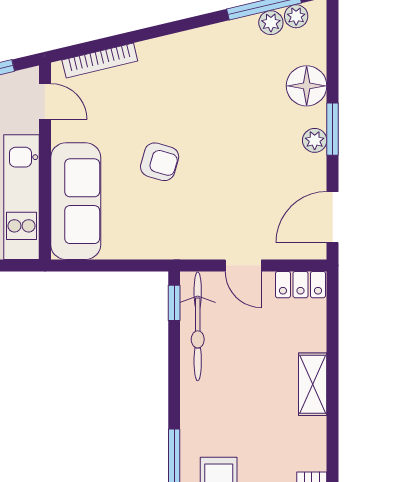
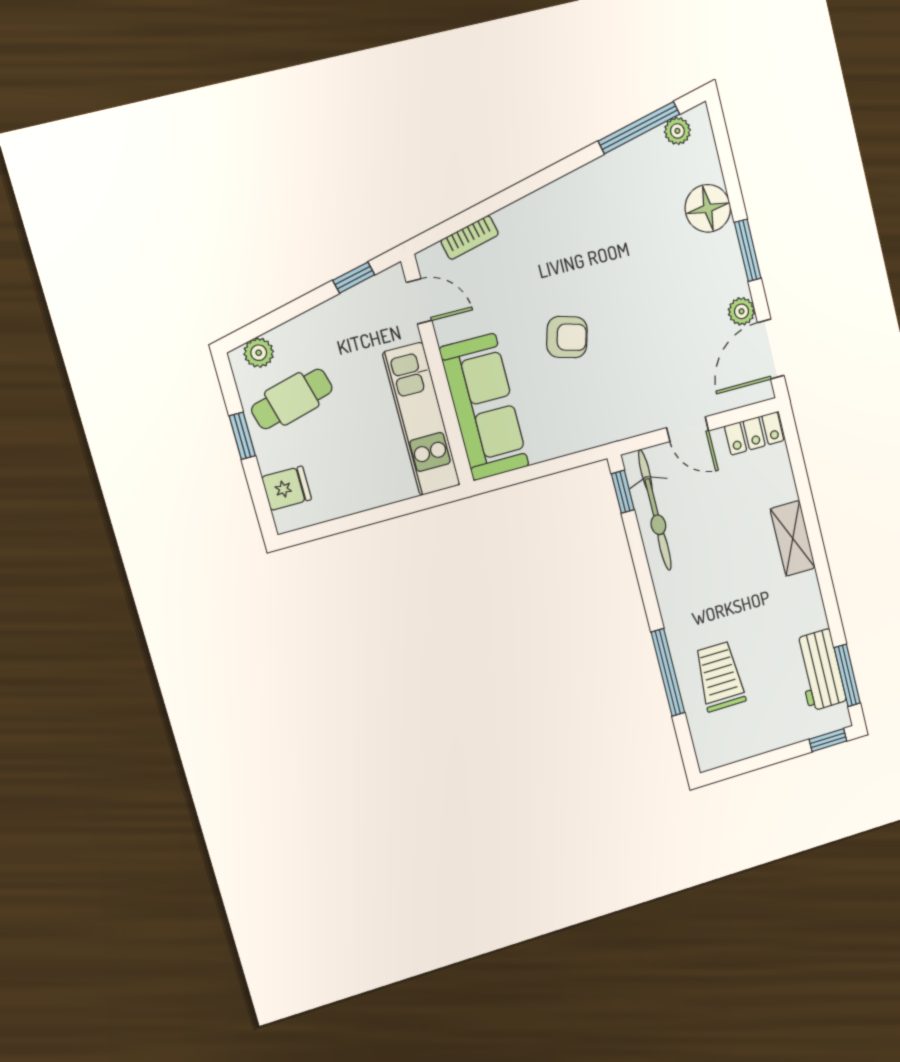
plant: (271, 23) -> (651, 145), removed
bookcase: (100, 61) -> (470, 237), width x0.64
plant: (315, 140) -> (742, 311), moved

